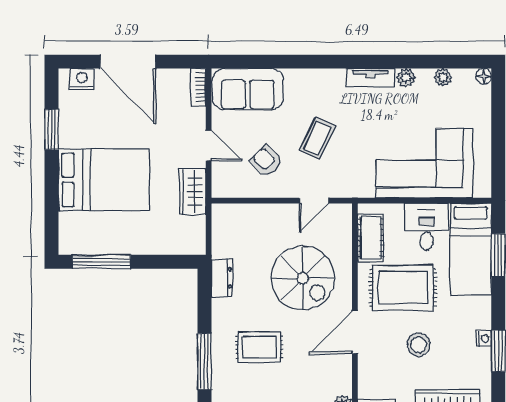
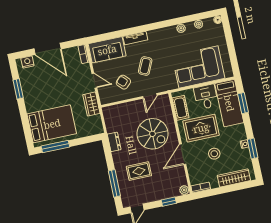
tv unit: (371, 78) -> (135, 38), moved
bed: (104, 180) -> (52, 124), moved

